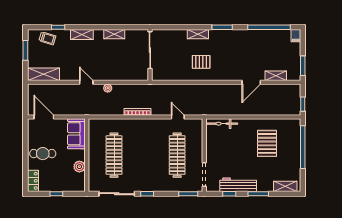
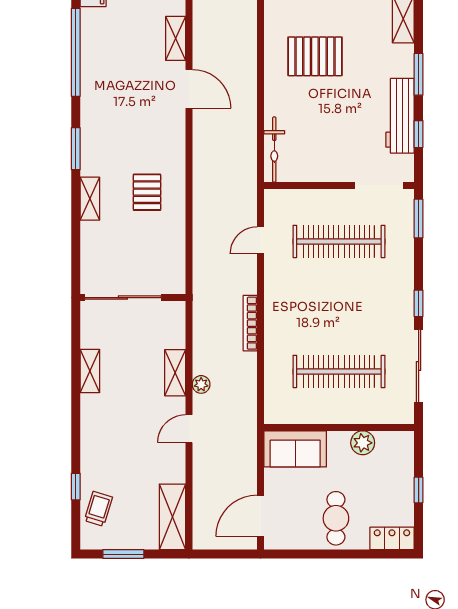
shelving: (82, 35) -> (175, 373), moved

